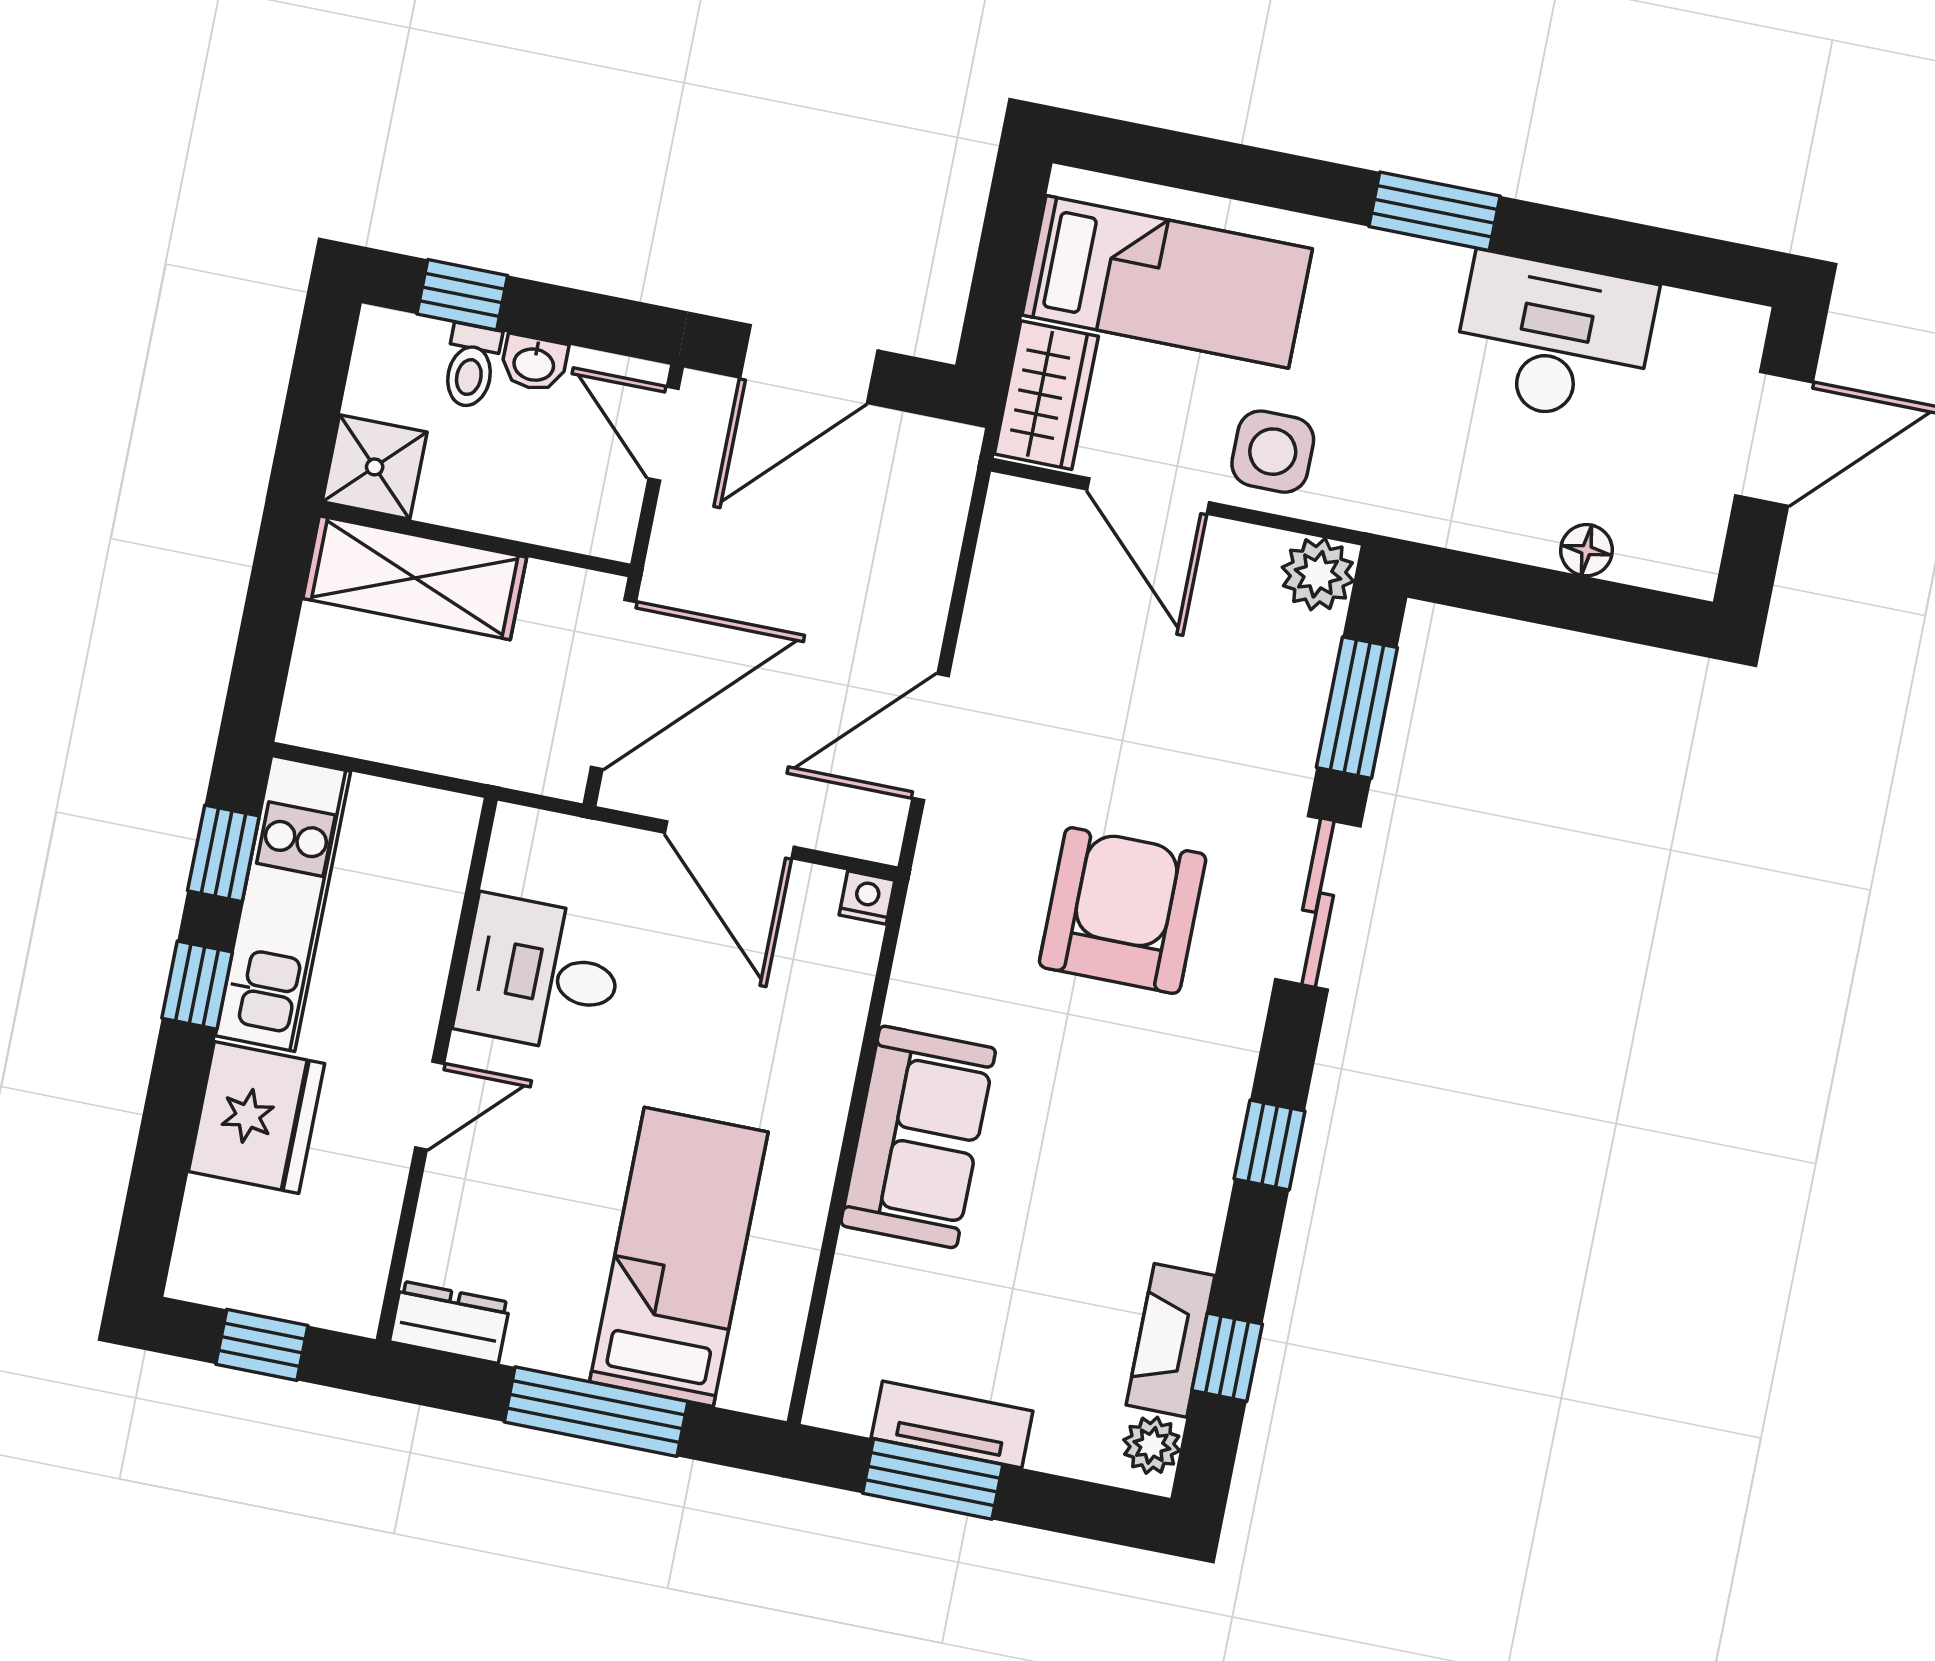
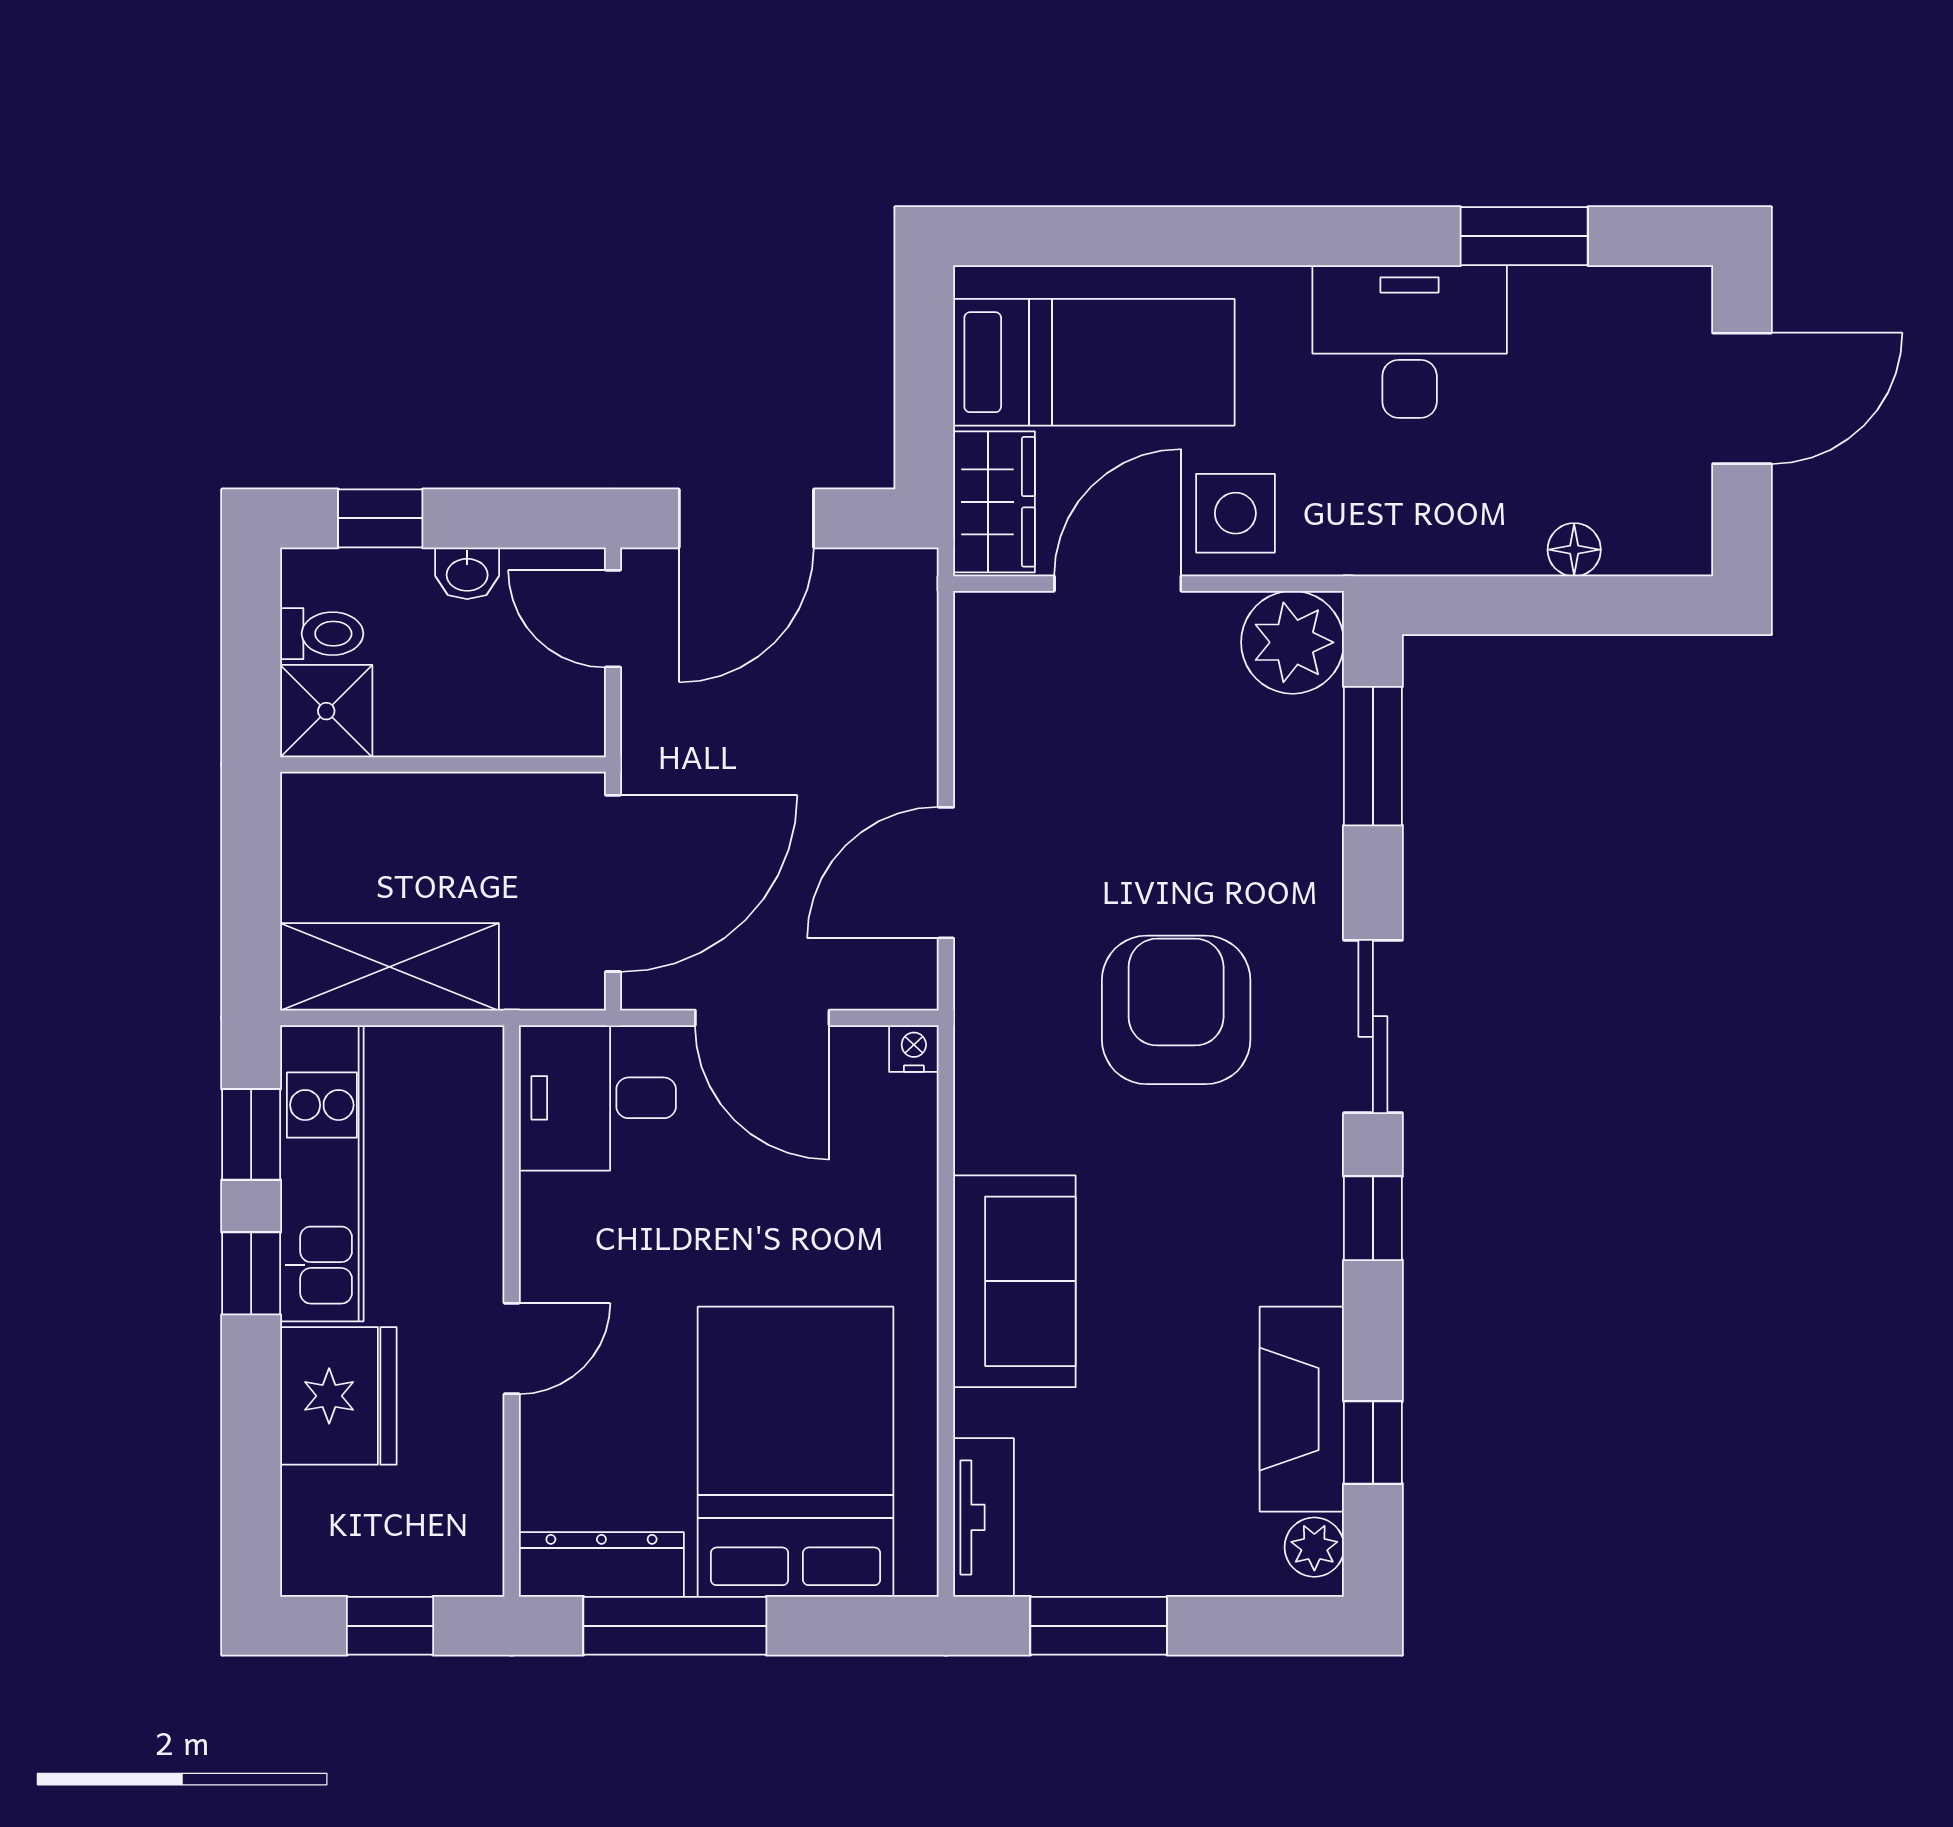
window: (1434, 211) -> (1524, 236), moved
desk: (1554, 339) -> (1410, 341), moved
toilet: (471, 366) -> (322, 634), moved, turned -90
door: (1148, 496) -> (1118, 584), swing flipped
plant: (1318, 574) -> (1293, 642), width x1.36, depth x1.36
shelving: (415, 578) -> (390, 967), moved
sliding door: (1318, 903) -> (1373, 1027), moved
desk: (540, 975) -> (597, 1098), moved
bed: (679, 1257) -> (796, 1452), width x1.50
dresser: (450, 1322) -> (601, 1565), width x1.44
fireplace: (1171, 1340) -> (1302, 1409), width x1.37, depth x1.32
window: (596, 1412) -> (675, 1626), moved
tv unit: (952, 1424) -> (983, 1517), moved, turned 90

